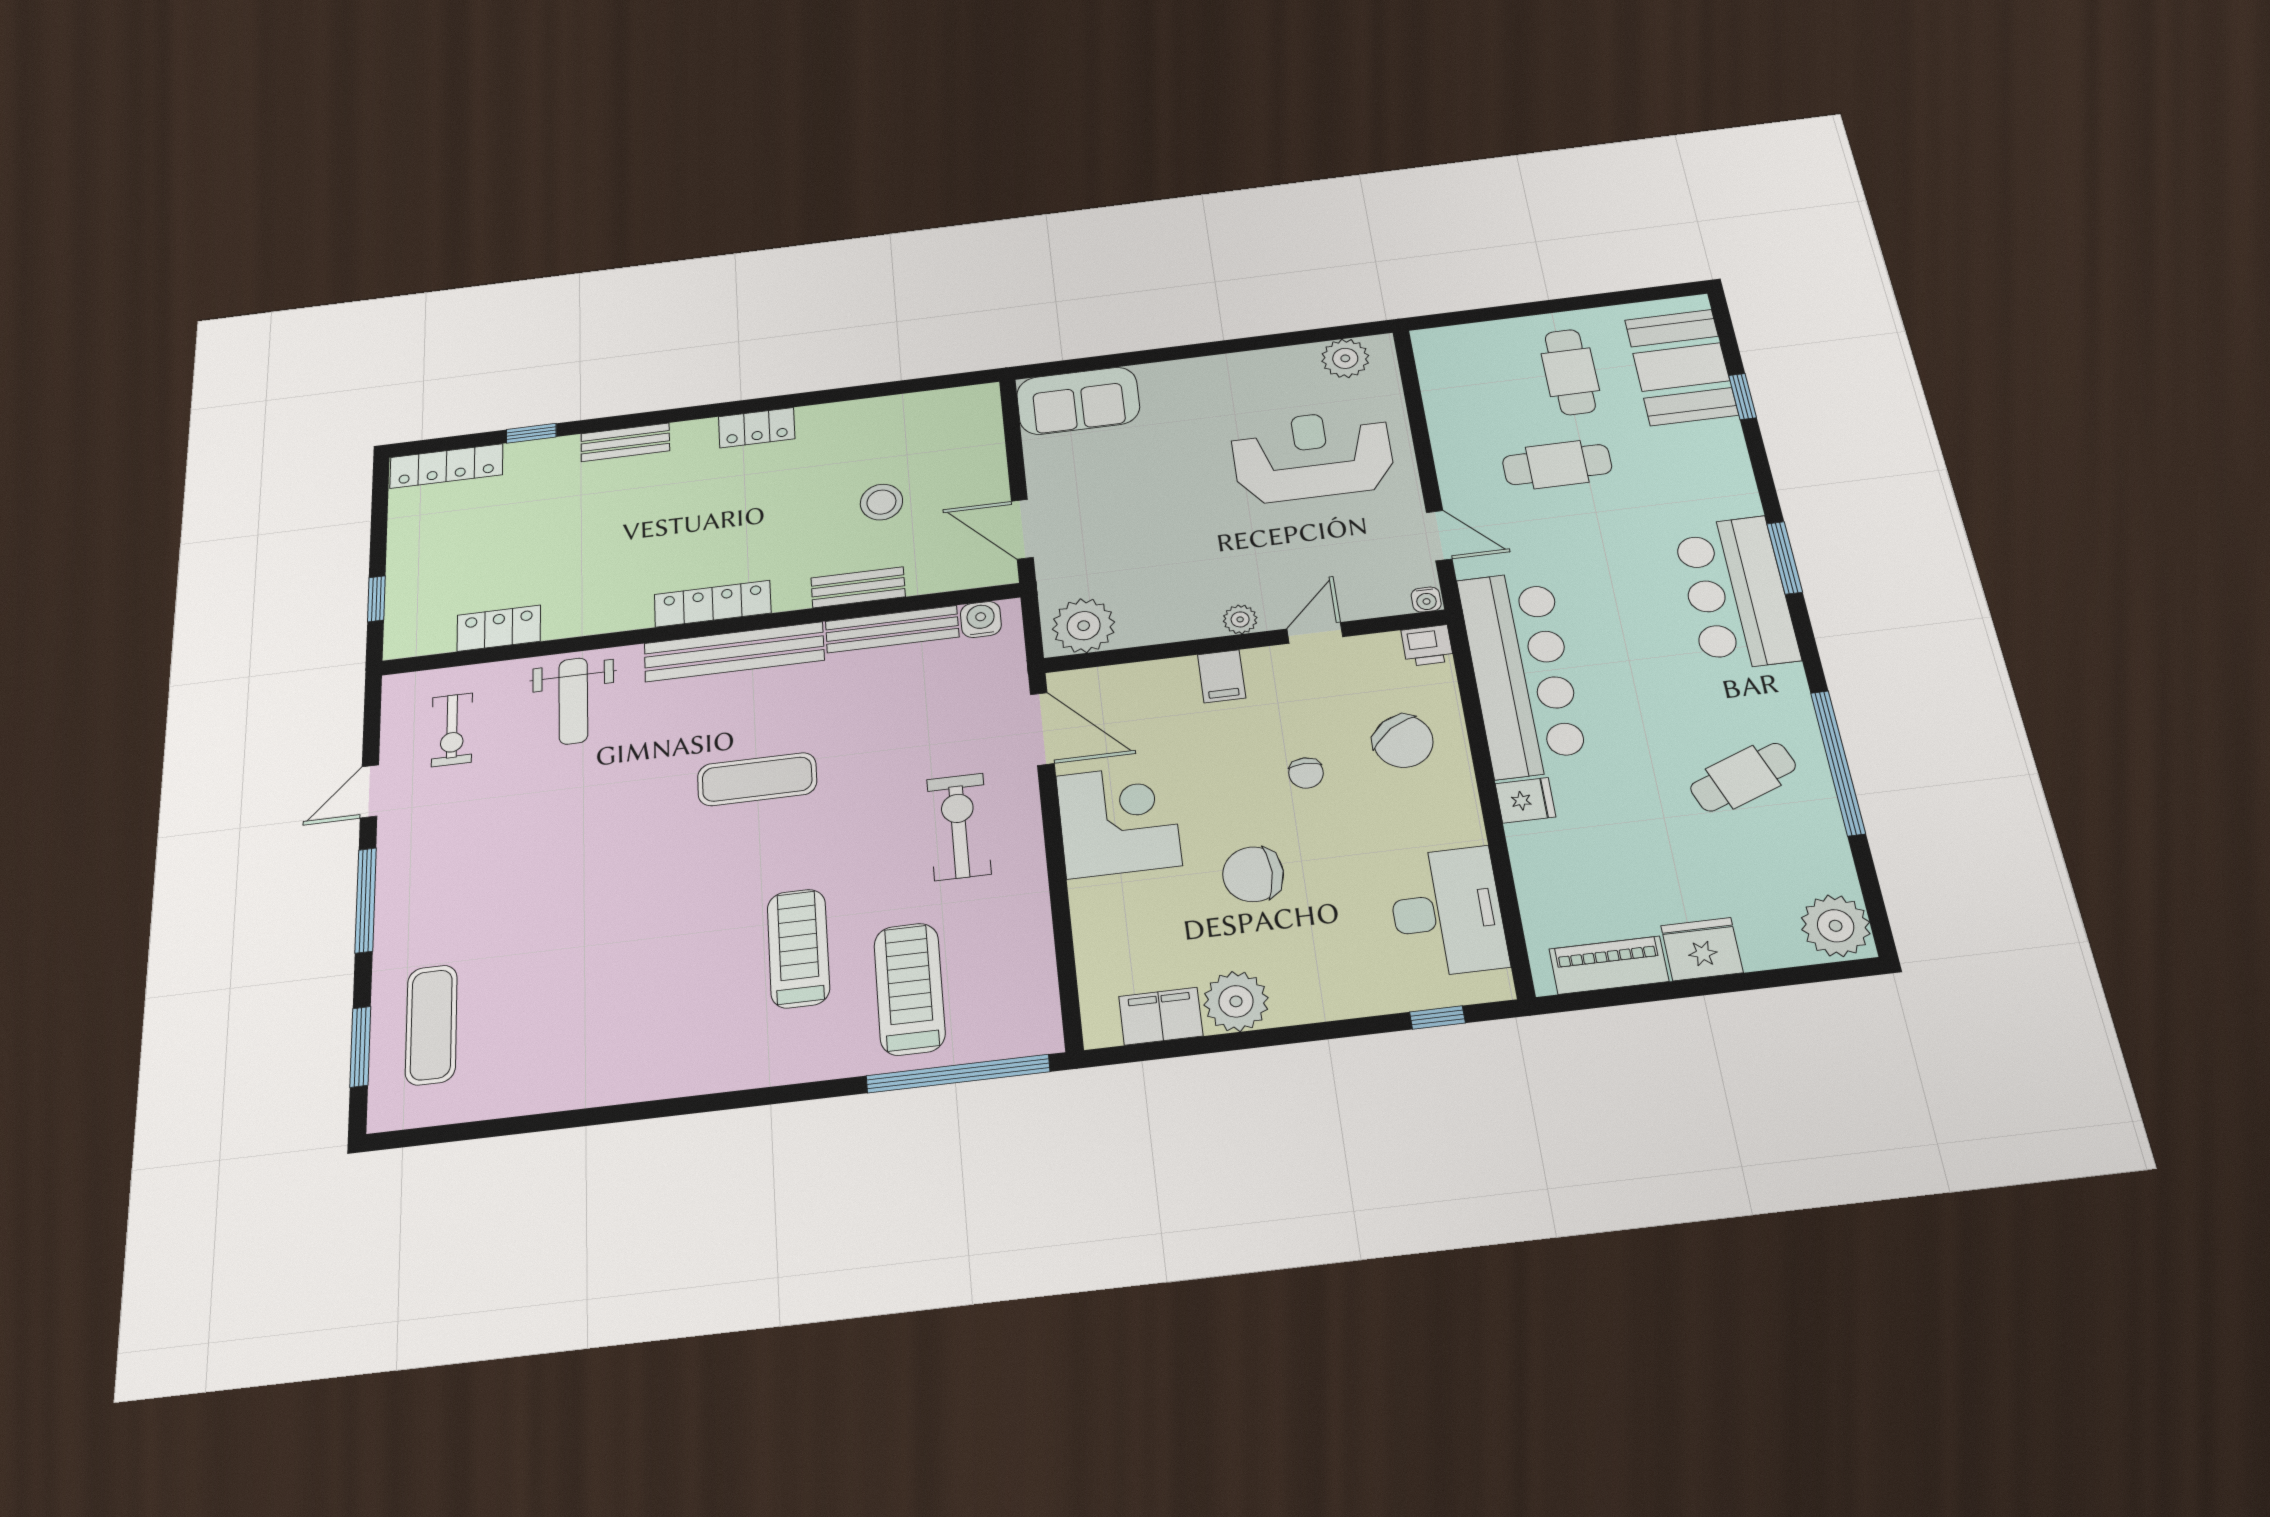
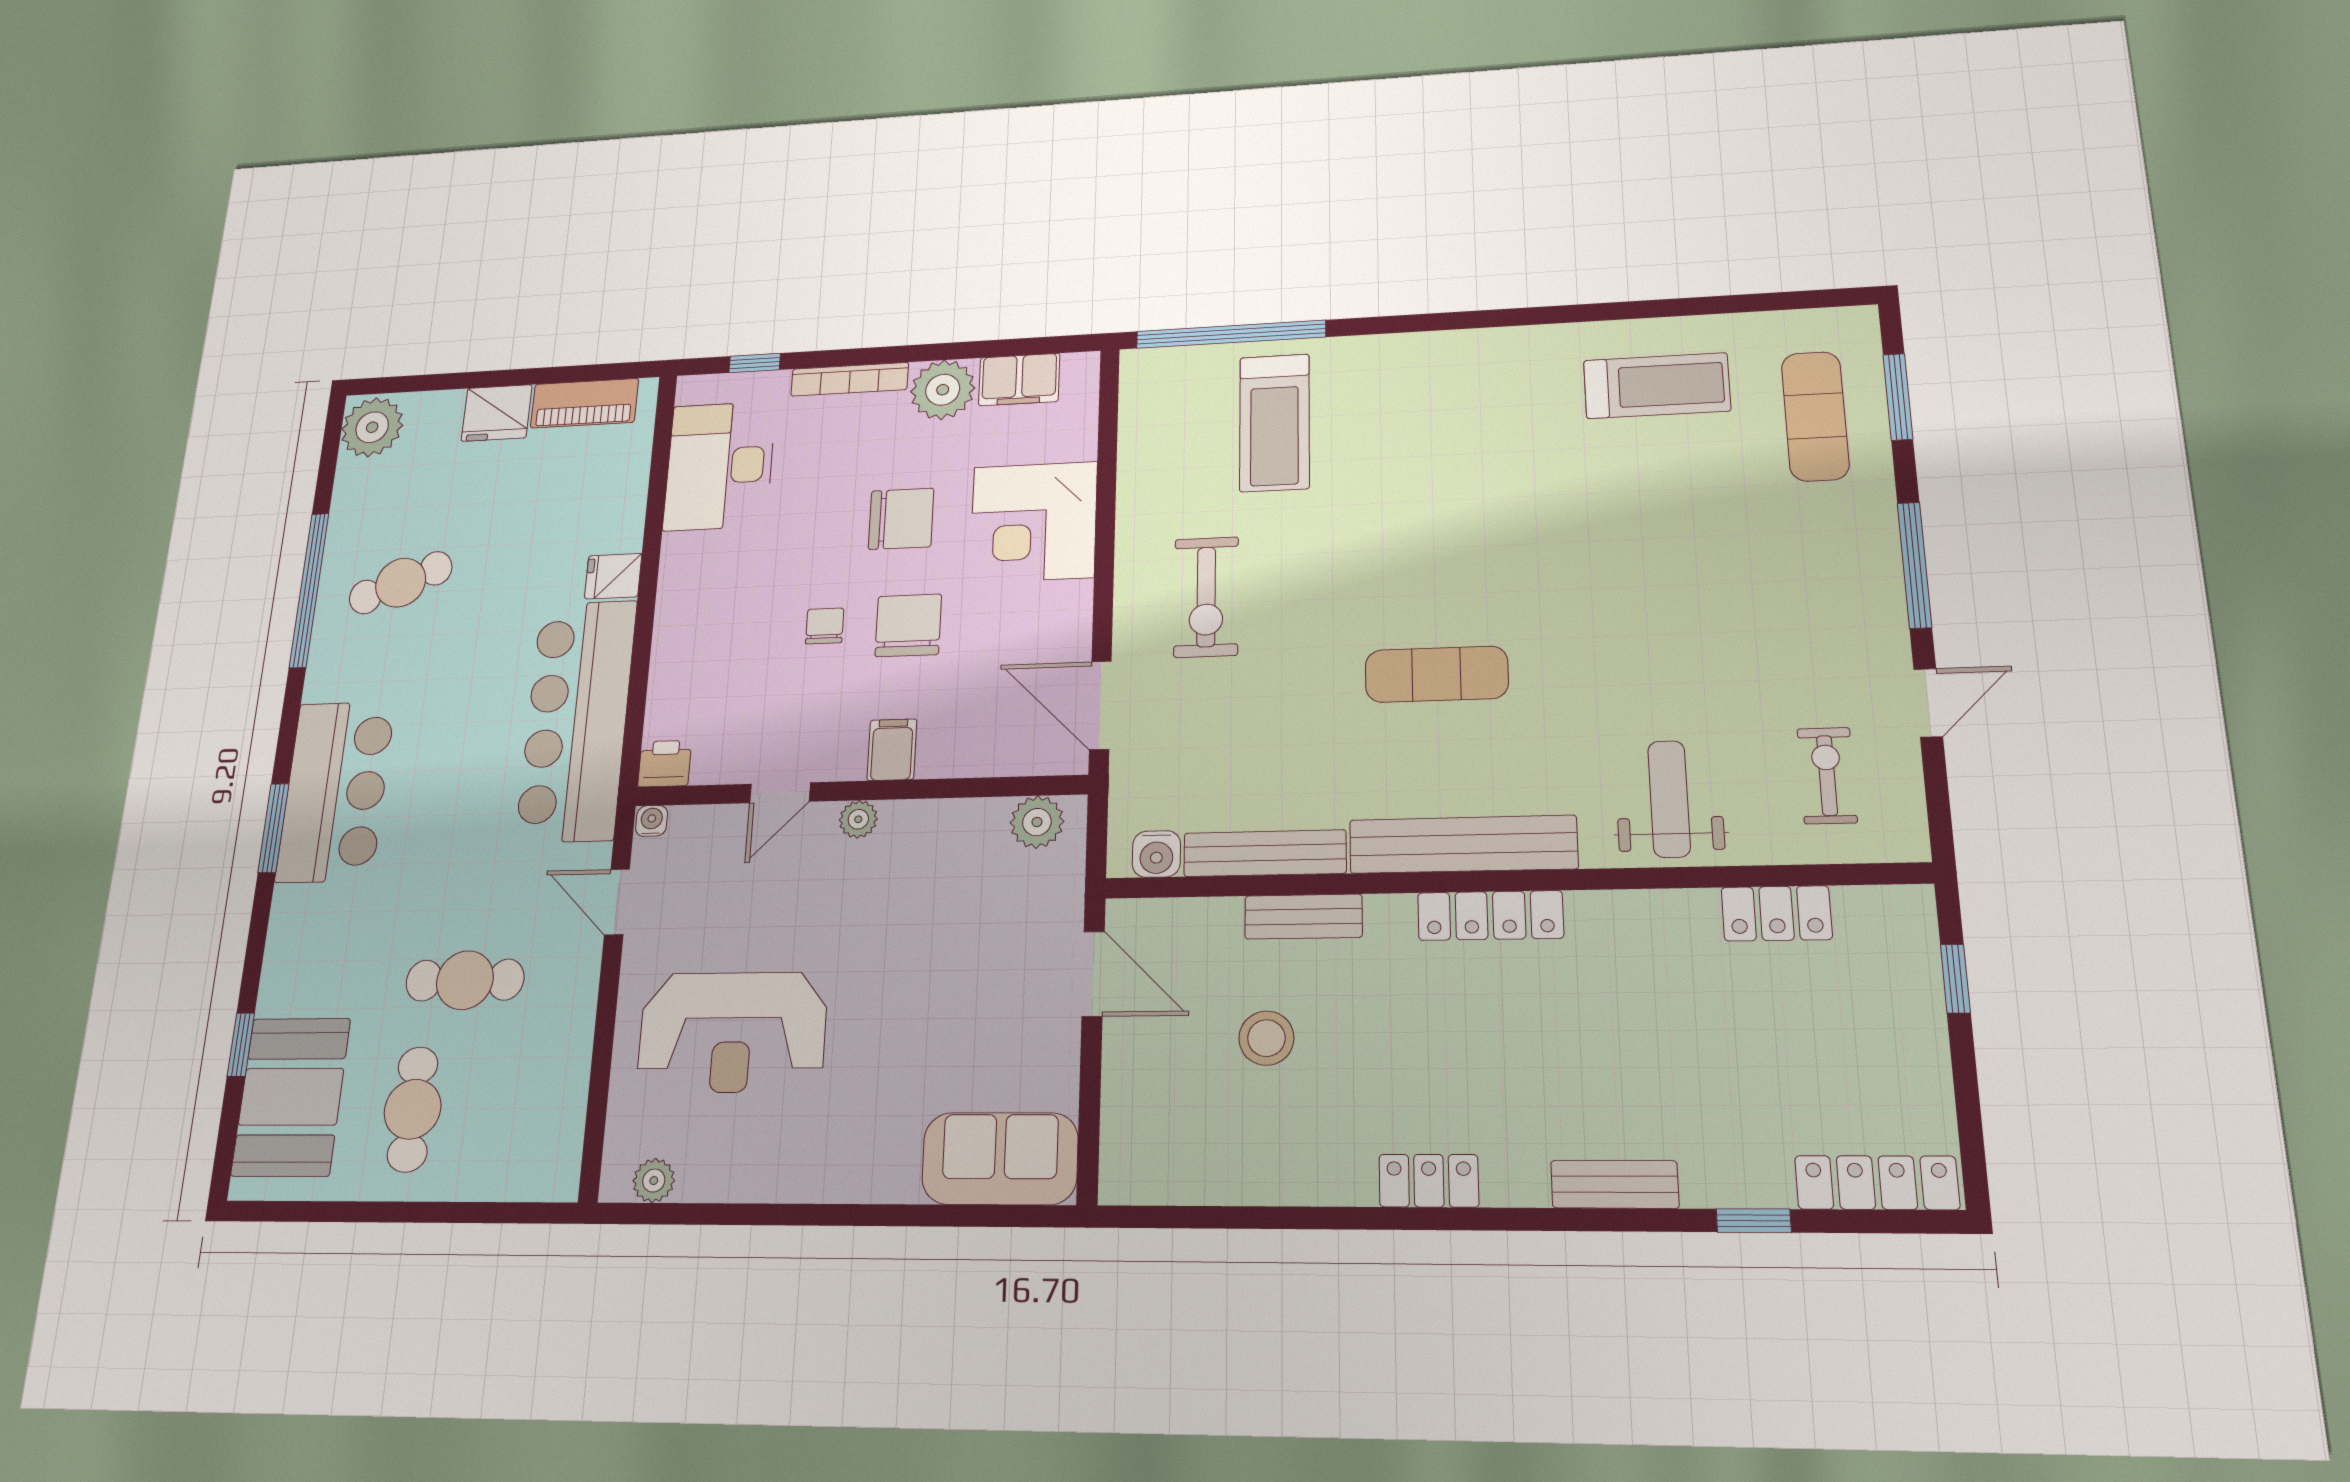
plant: (1345, 358) -> (654, 1181), width x0.73, depth x0.73
plant: (1084, 626) -> (1037, 822), width x0.73, depth x0.73
chair: (1403, 741) -> (908, 625), moved, turned 34
corner desk: (1119, 820) -> (1034, 522), moved
treadmill: (798, 948) -> (1657, 386), moved, turned -90
bookcase: (1334, 1006) -> (850, 379), added

